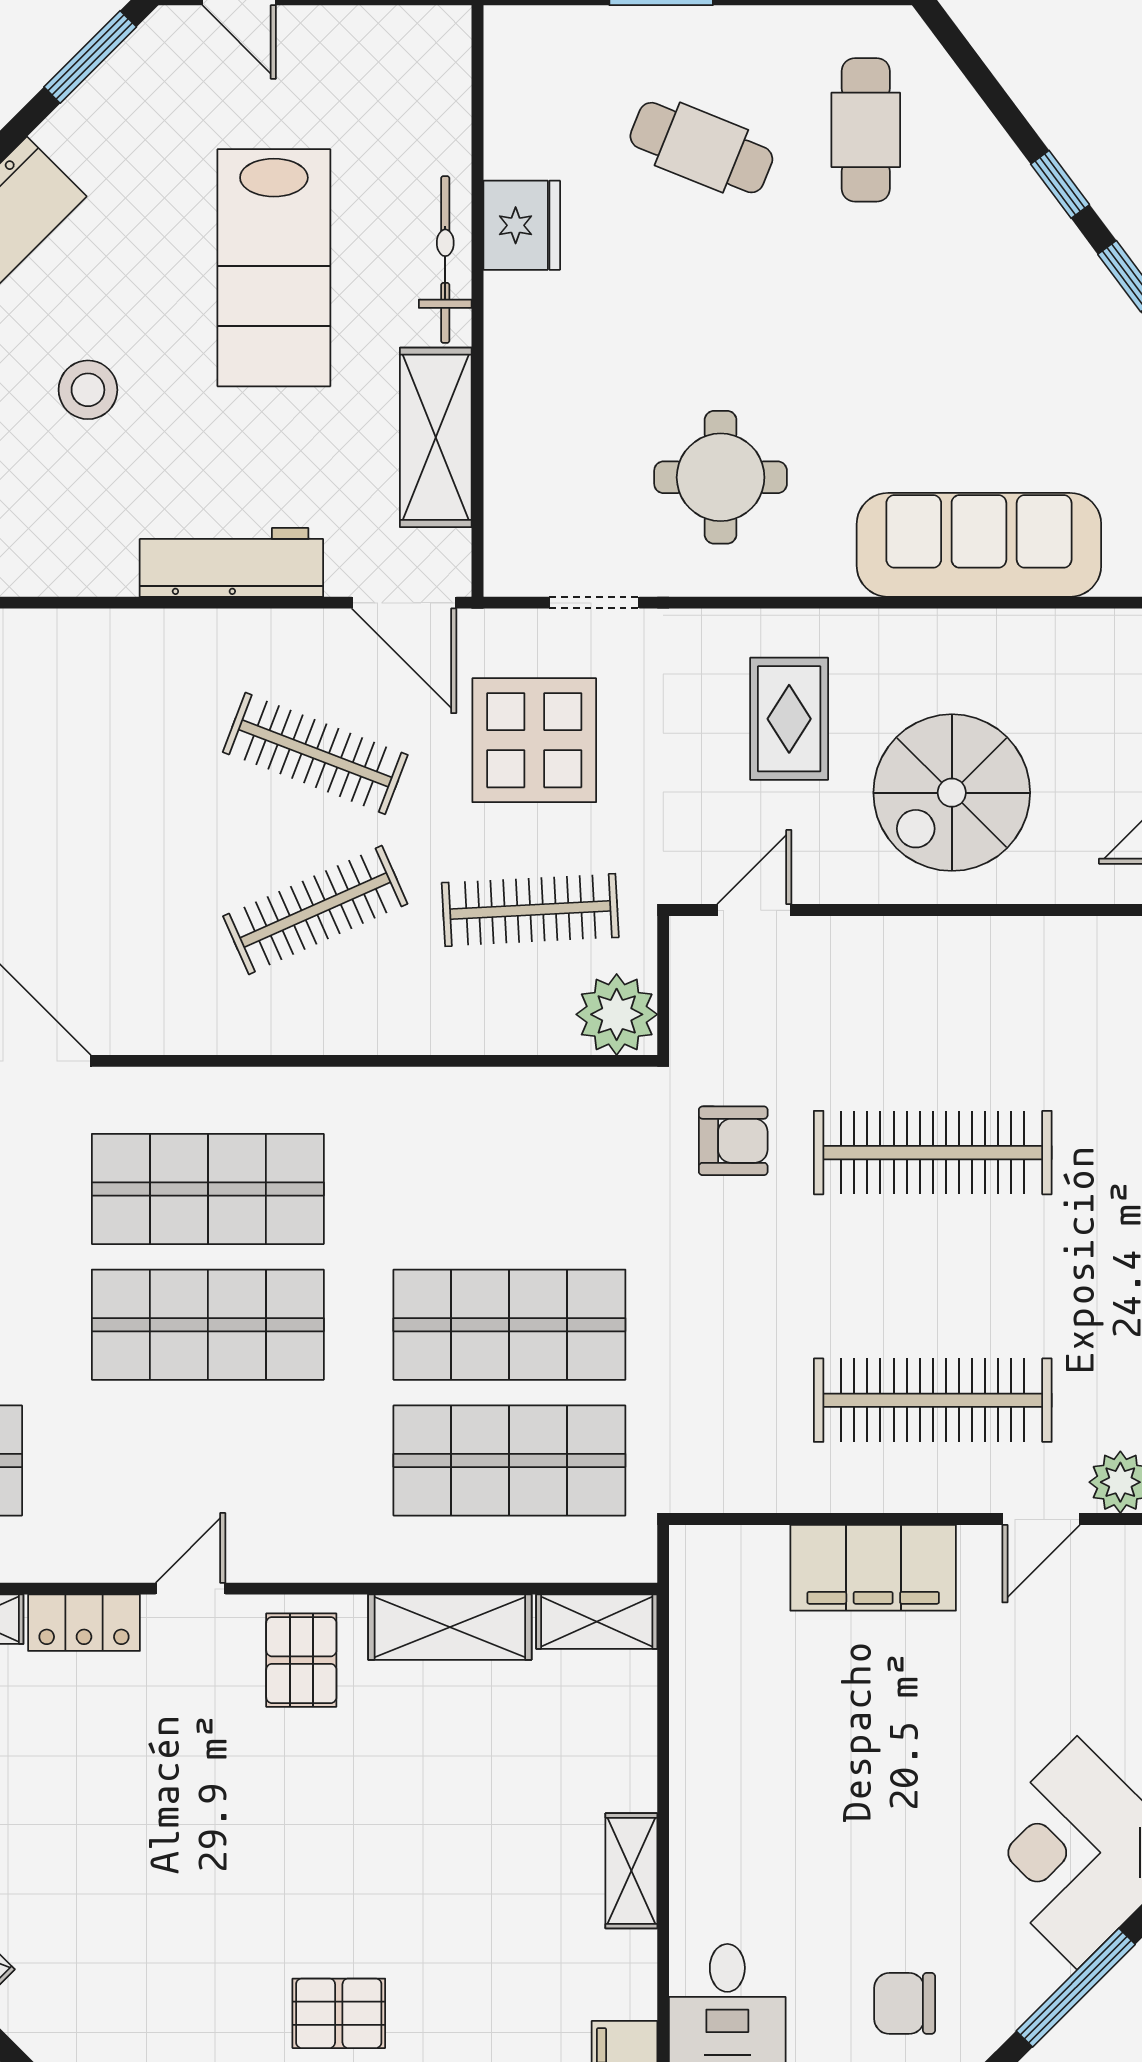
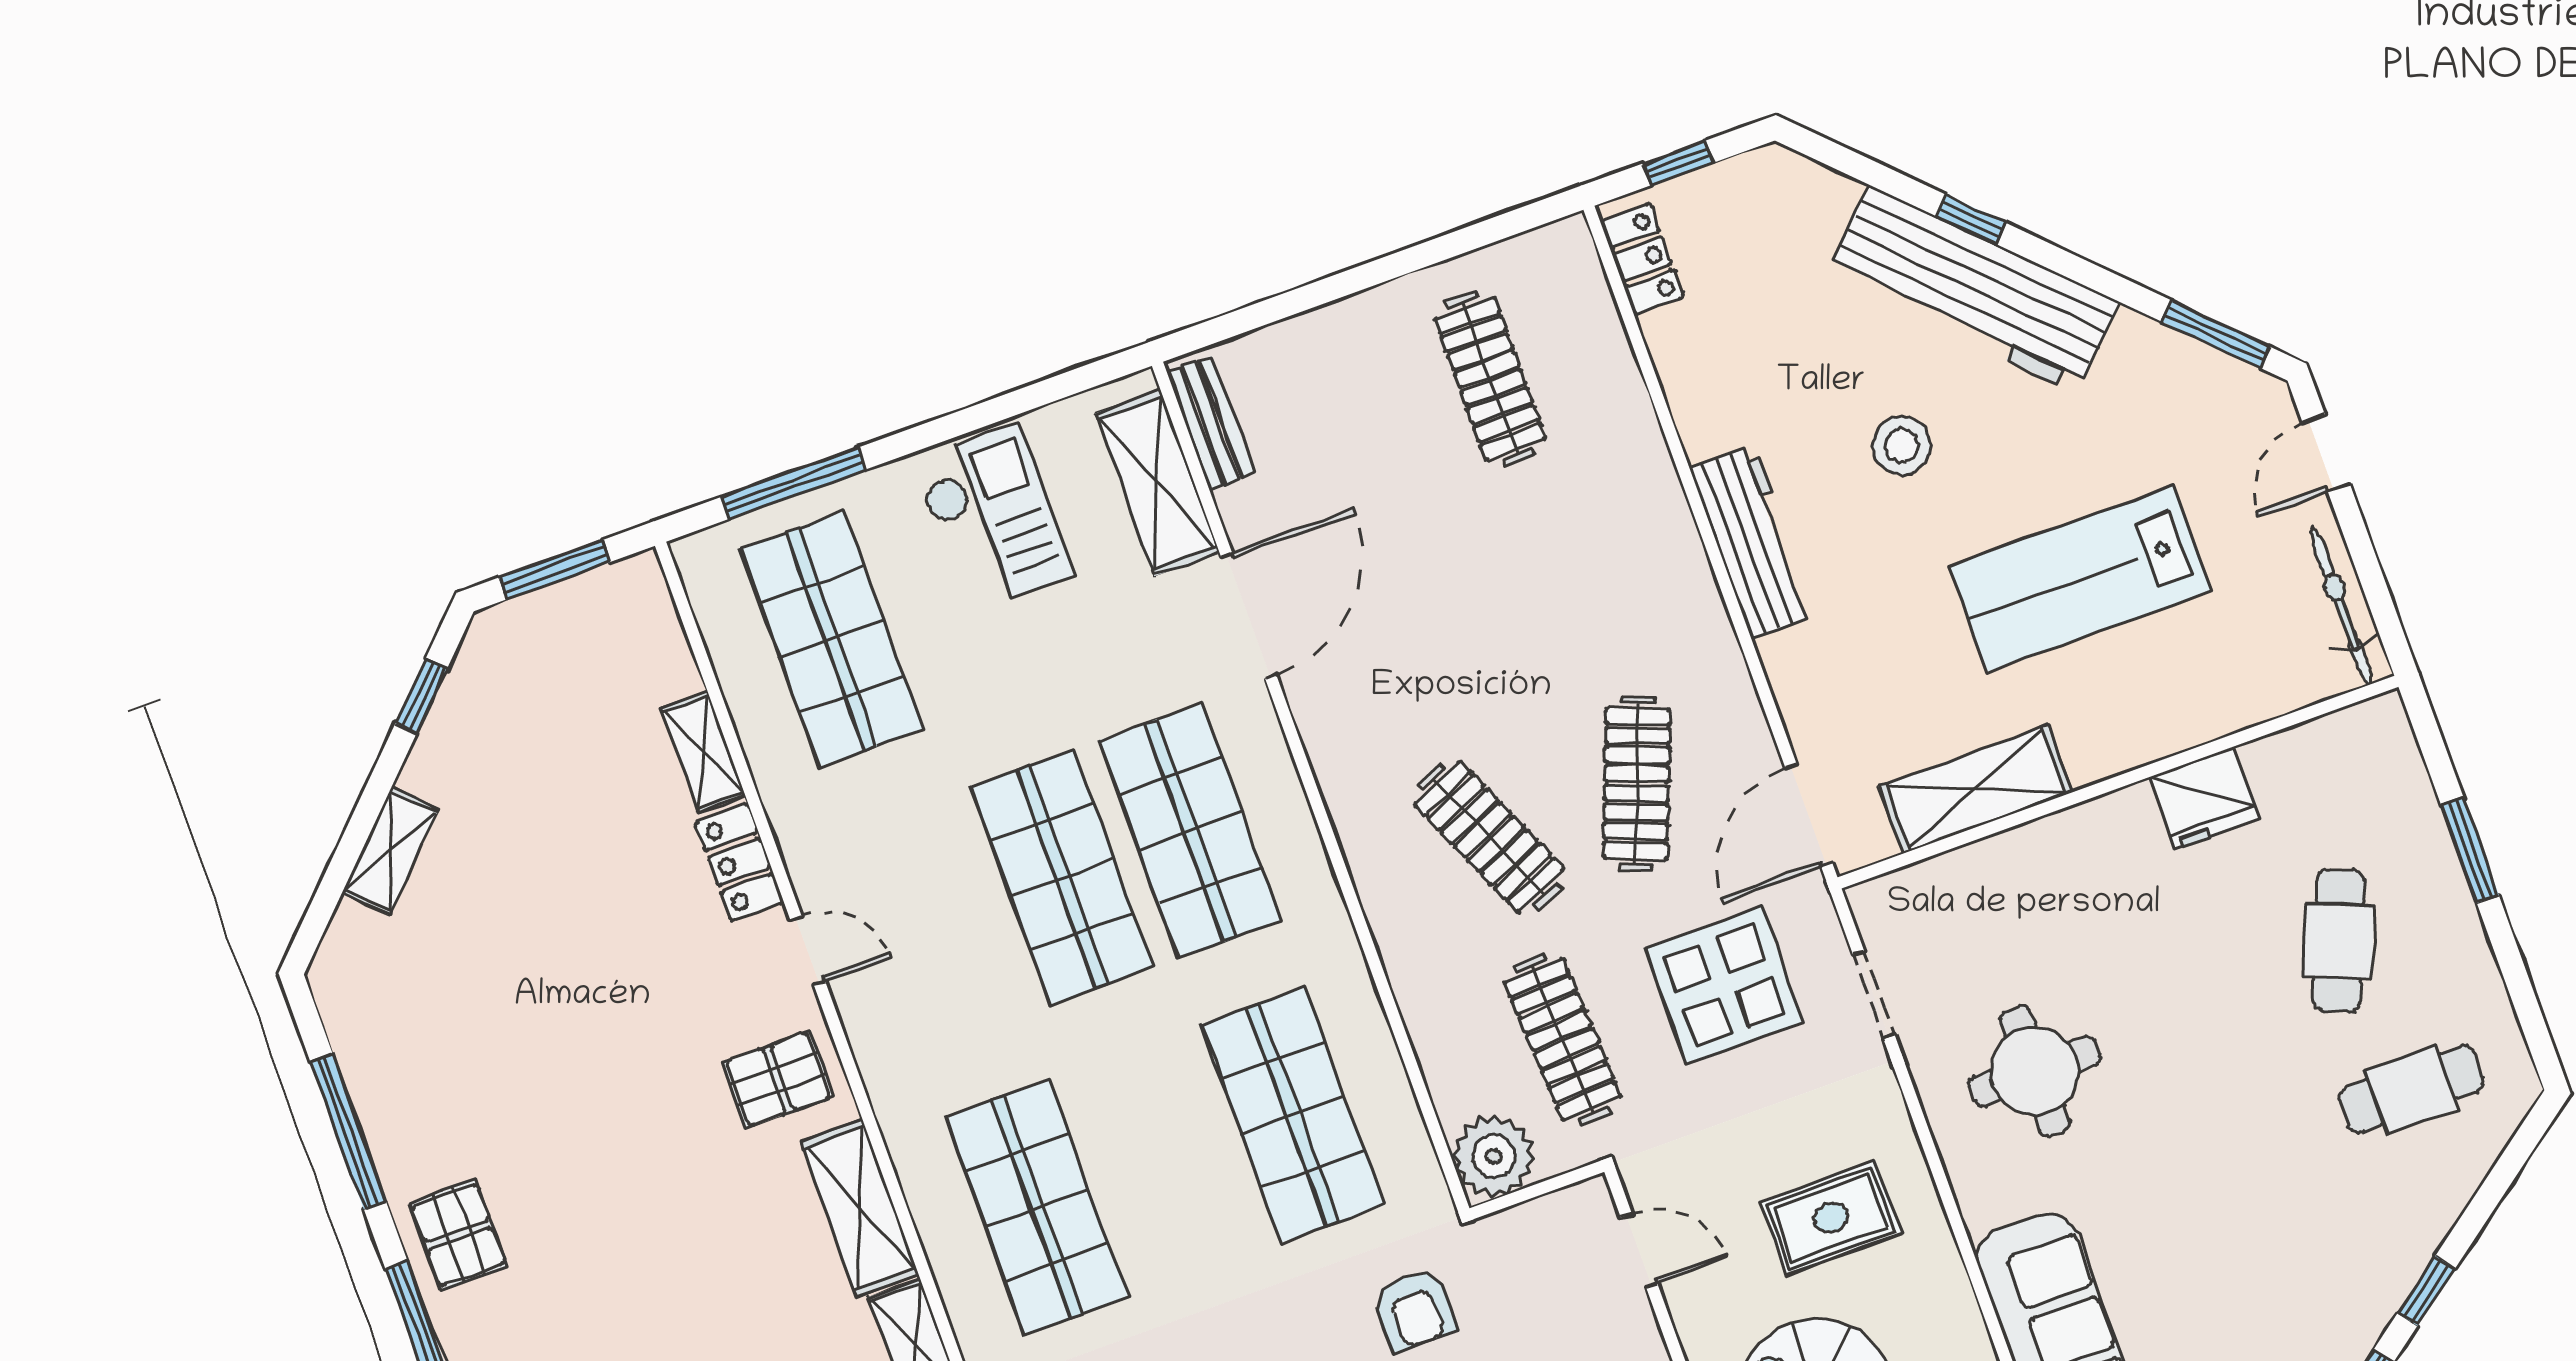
bicycle: (445, 259) -> (2341, 606), moved, turned -90
workbench: (231, 562) -> (1753, 542), moved
shop shelf: (509, 1325) -> (1293, 1115), moved

